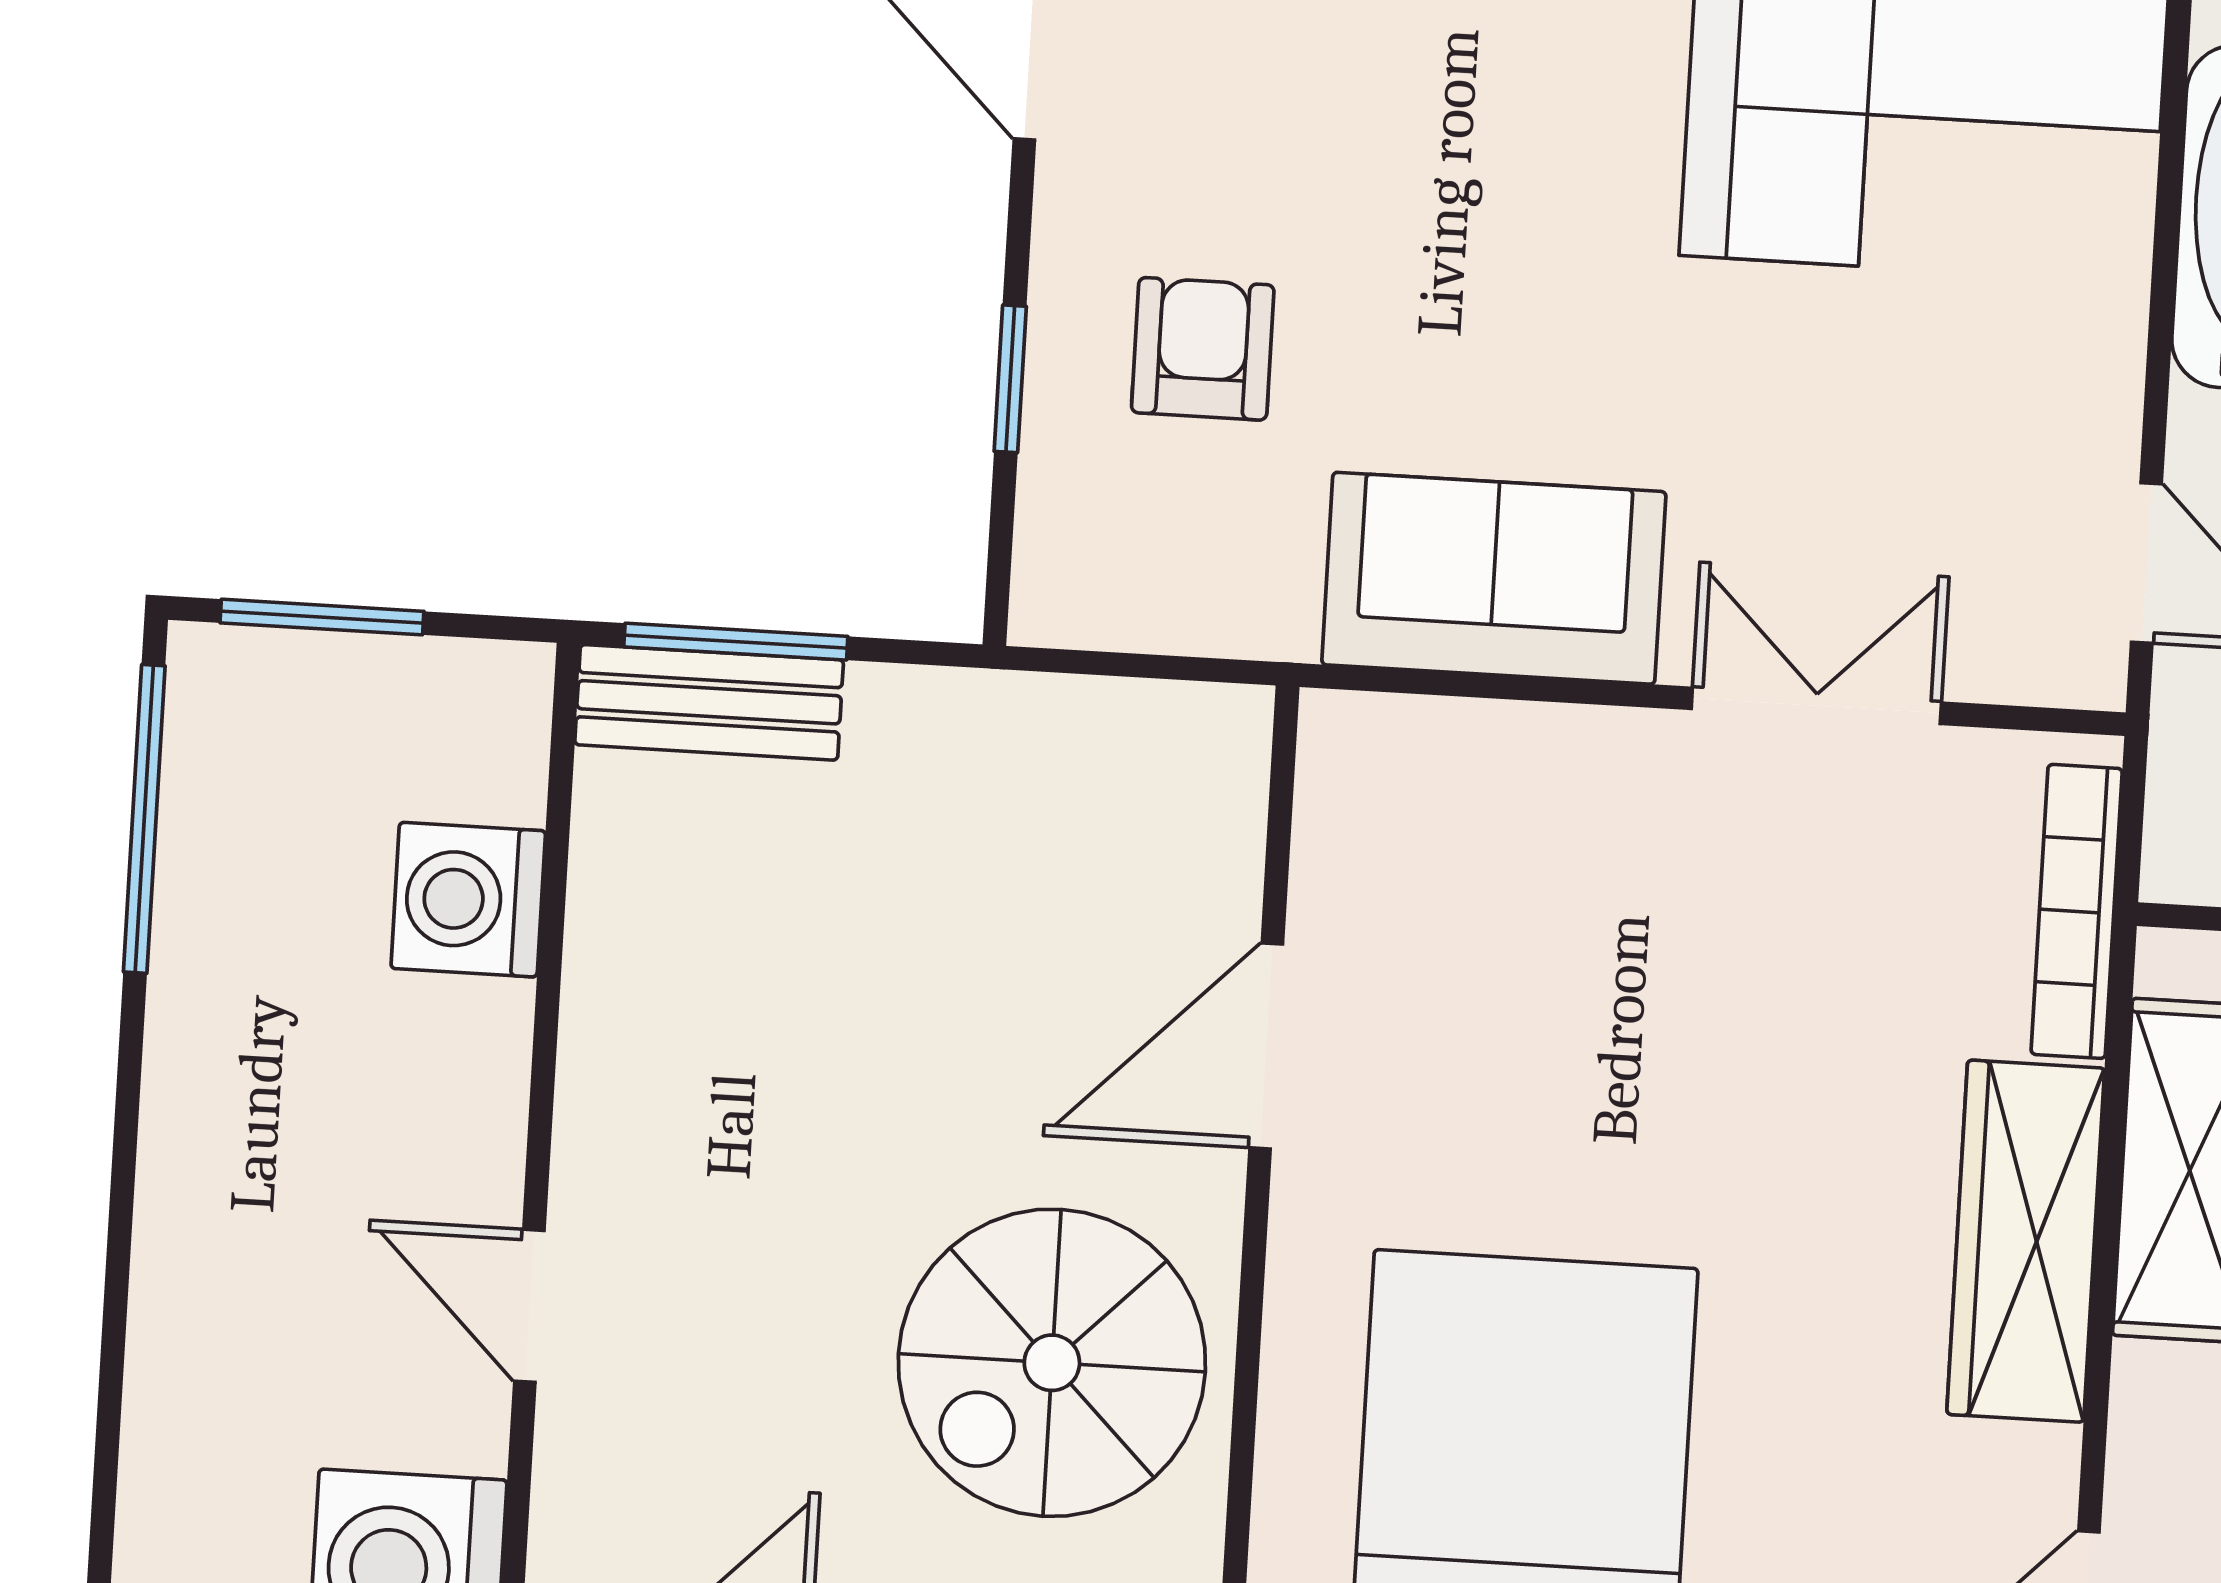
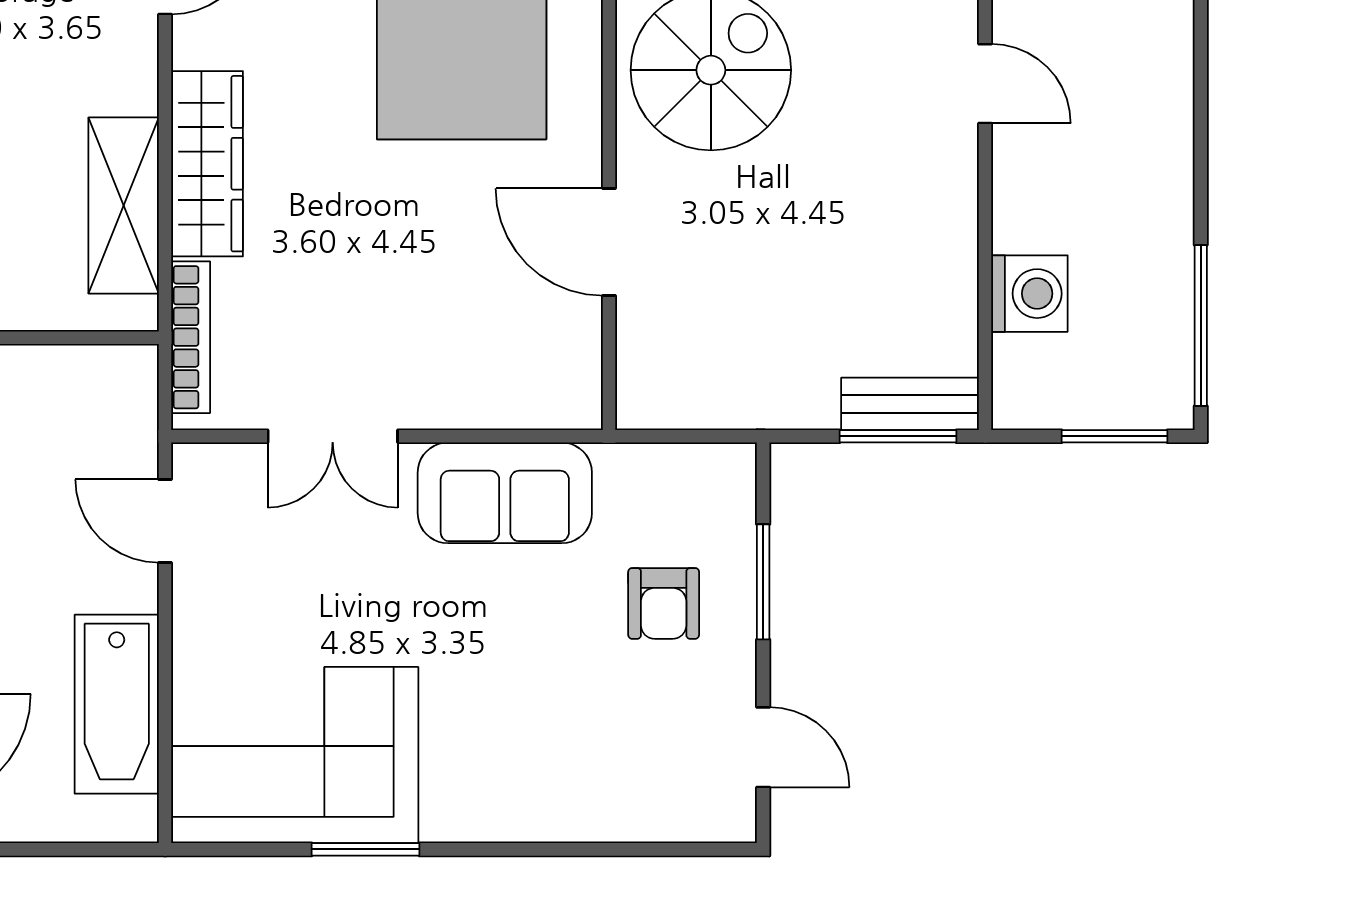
window: (1010, 379) -> (763, 582), width x1.50
door: (1266, 1046) -> (609, 242), swing flipped

